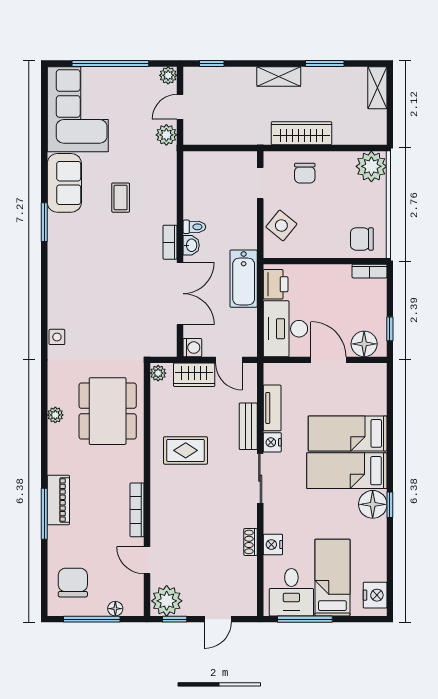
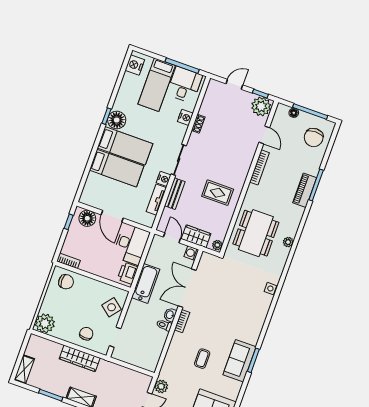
sofa: (64, 183) -> (240, 361), moved

